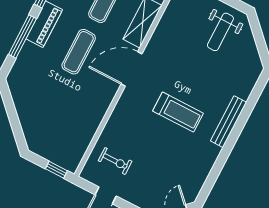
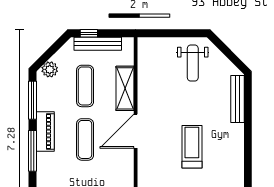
treadmill: (178, 112) -> (192, 147), turned -90
bench: (229, 122) -> (237, 99), moved

